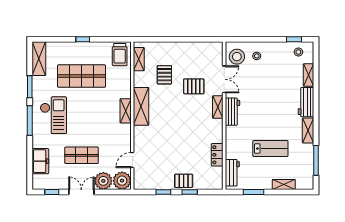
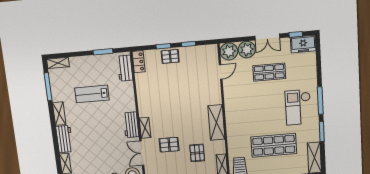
shelving: (126, 111) -> (230, 117), removed
locker: (217, 155) -> (139, 62), moved
freezer: (40, 161) -> (303, 44), moved, turned -90
shelving: (284, 184) -> (58, 63), moved

